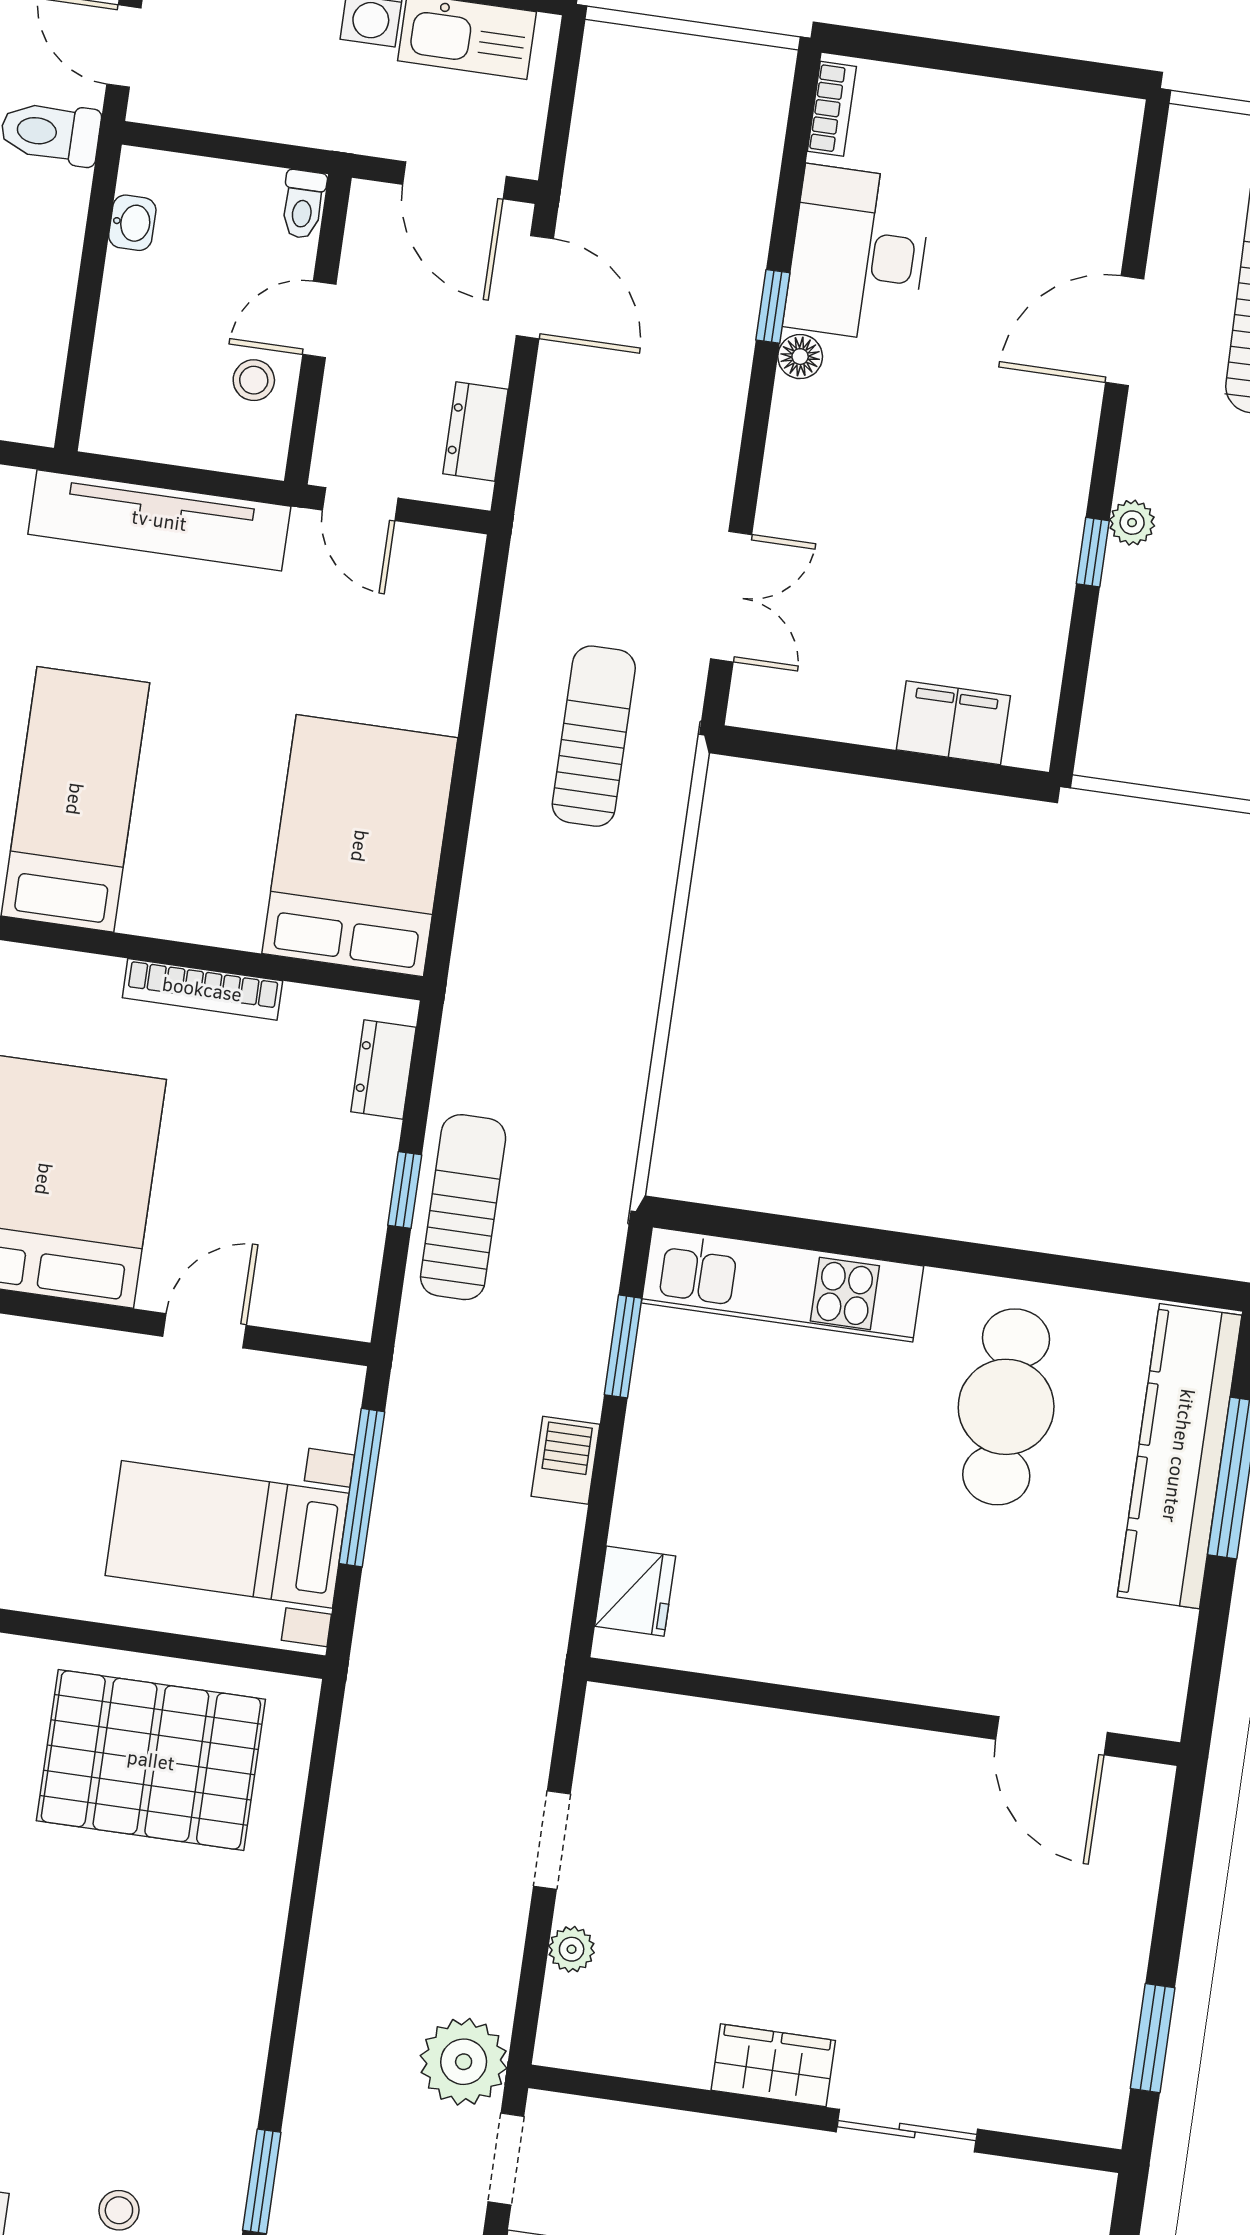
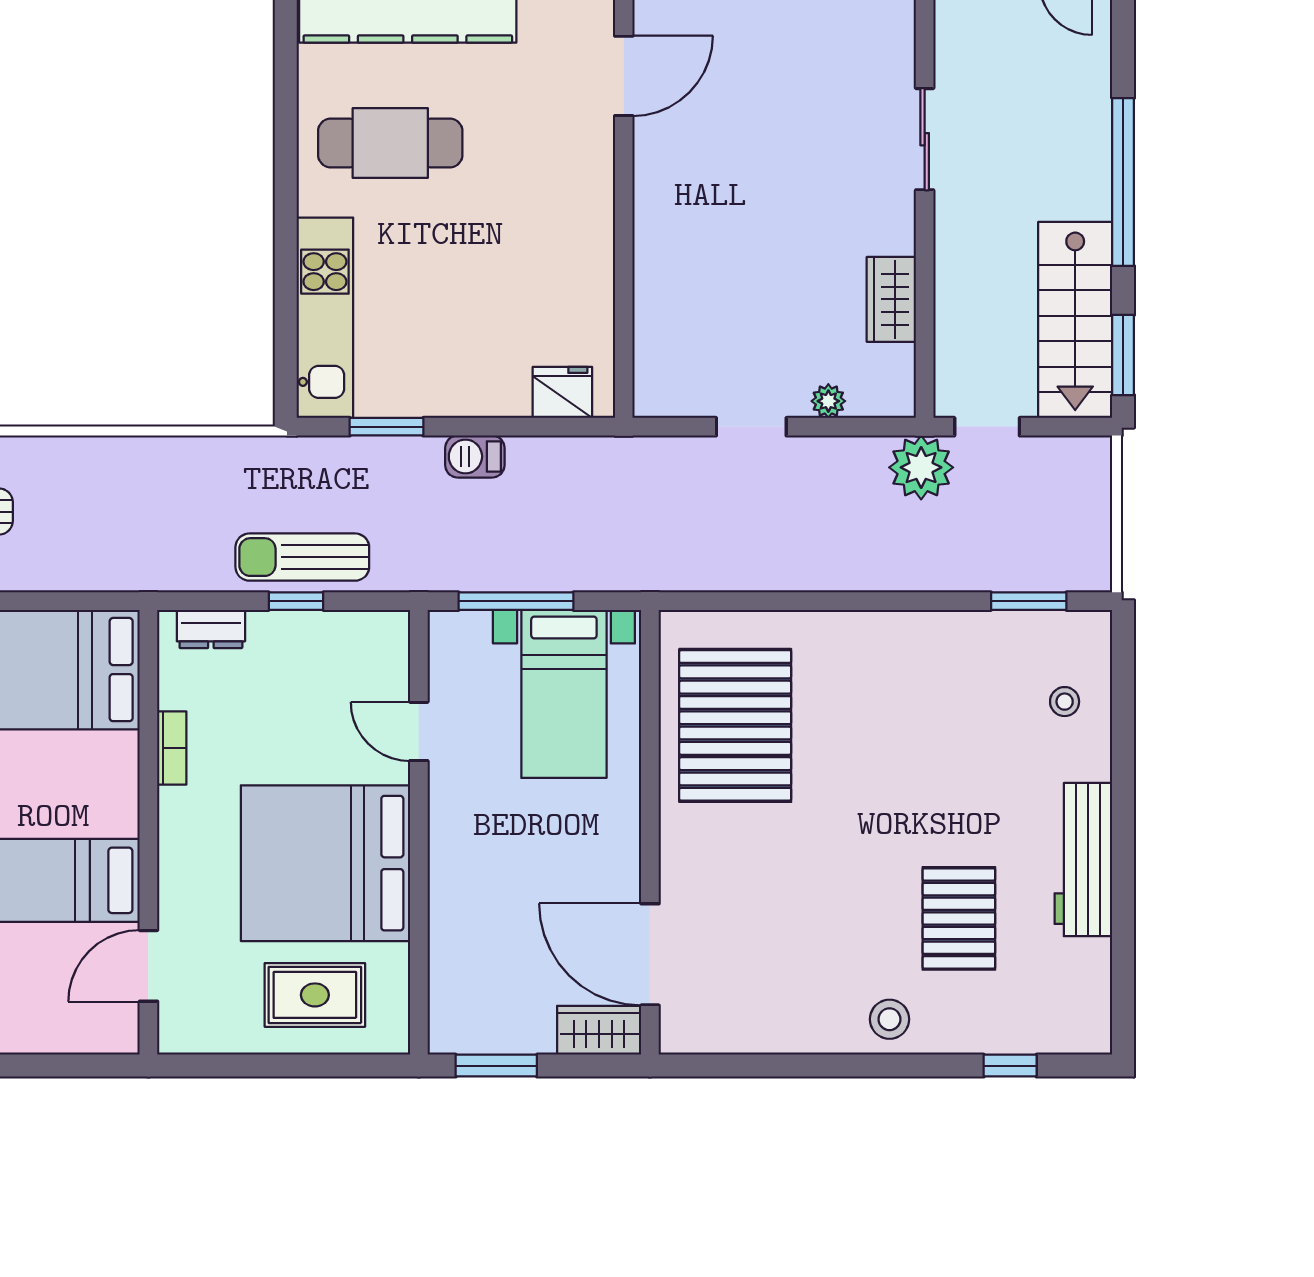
bookcase: (202, 989) -> (172, 748), width x0.64
wardrobe: (773, 2065) -> (891, 299), moved

